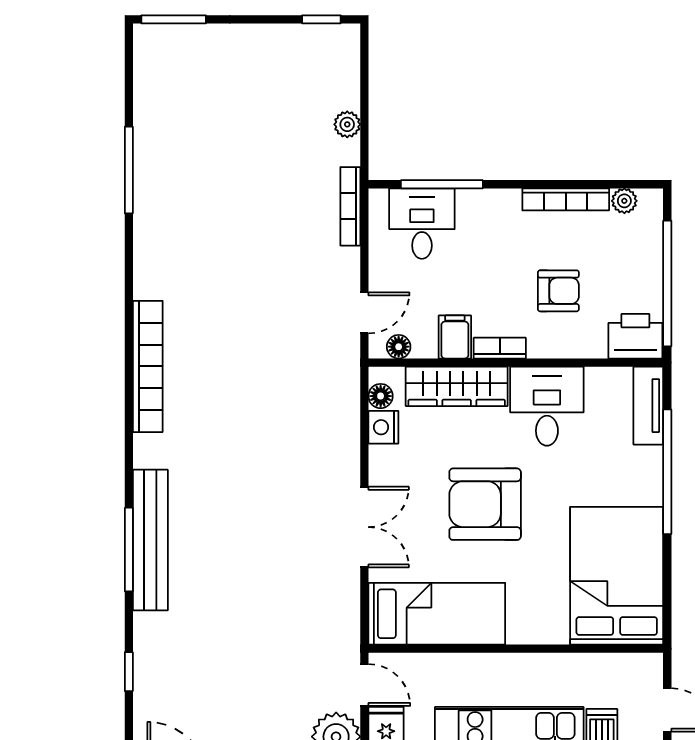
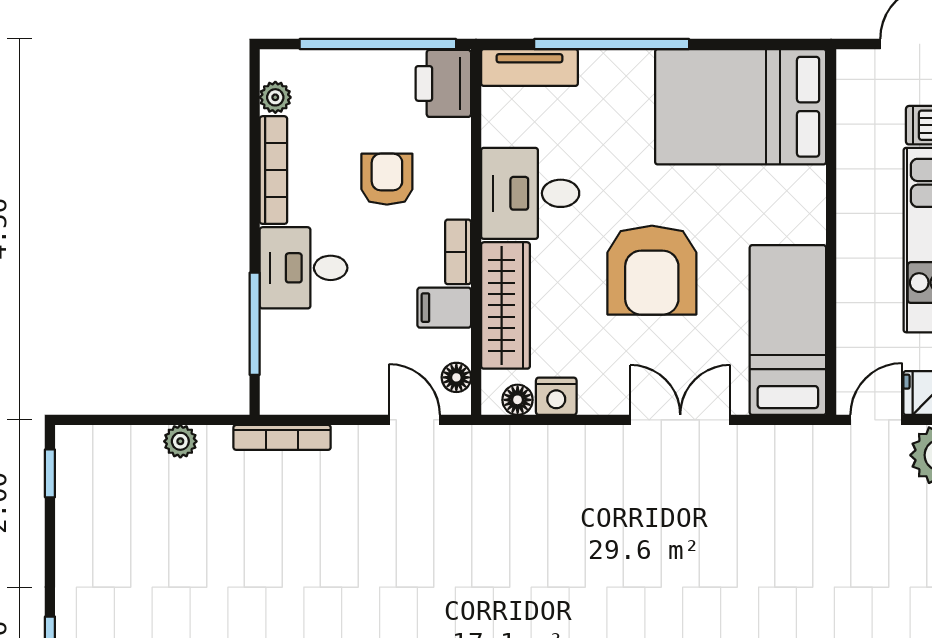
desk: (422, 224) -> (303, 268), moved

